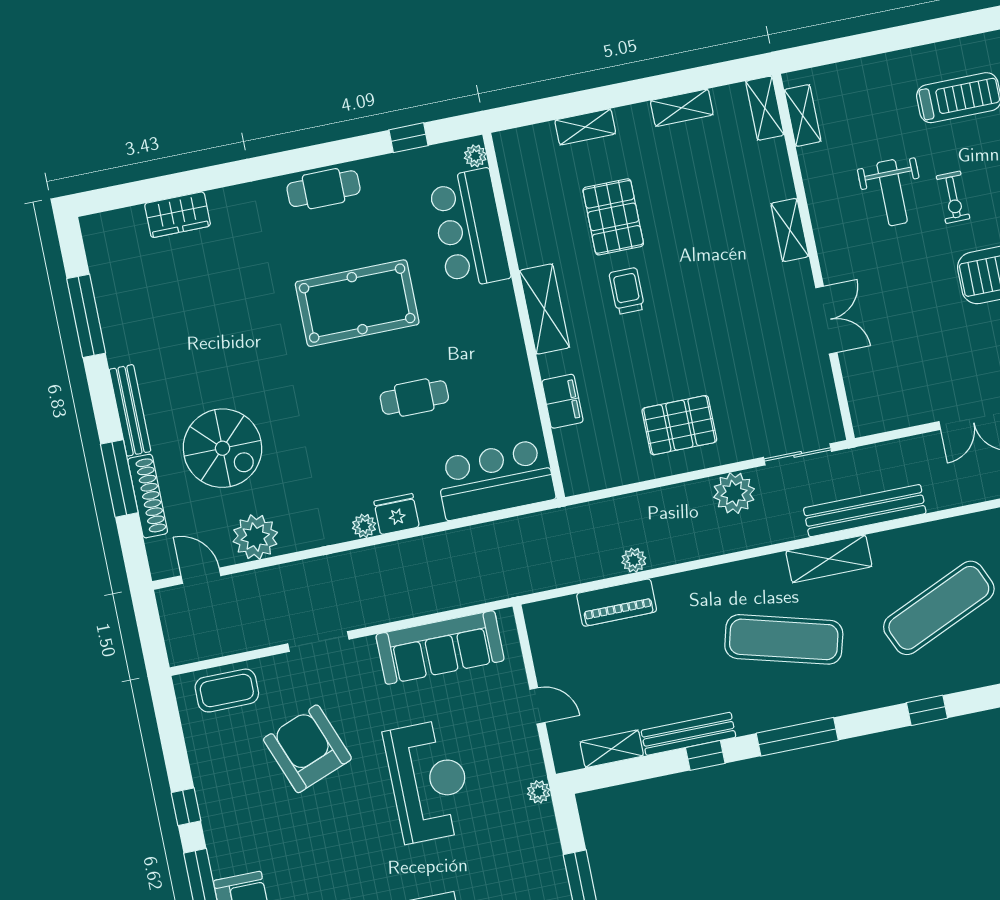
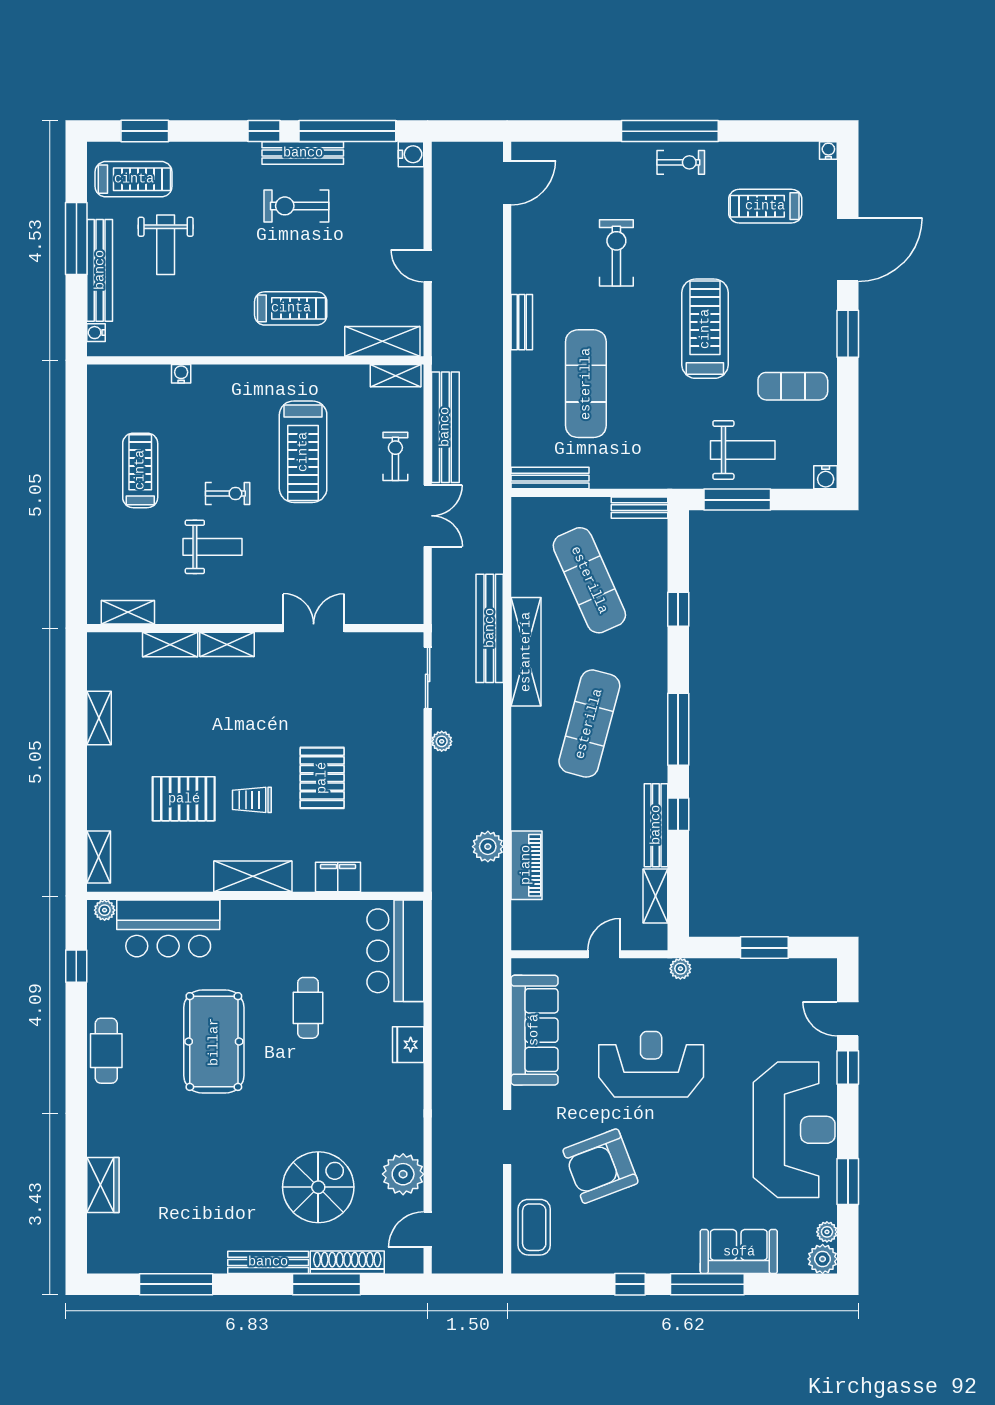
shelving: (765, 108) -> (170, 644), moved
shelving: (585, 127) -> (99, 857), moved
pallet: (679, 425) -> (322, 778), moved
plant: (734, 493) -> (442, 741), width x0.53, depth x0.53
plant: (364, 526) -> (413, 1076), removed
shelving: (829, 559) -> (526, 652), width x1.47
plant: (634, 560) -> (488, 847), width x1.38, depth x1.38

